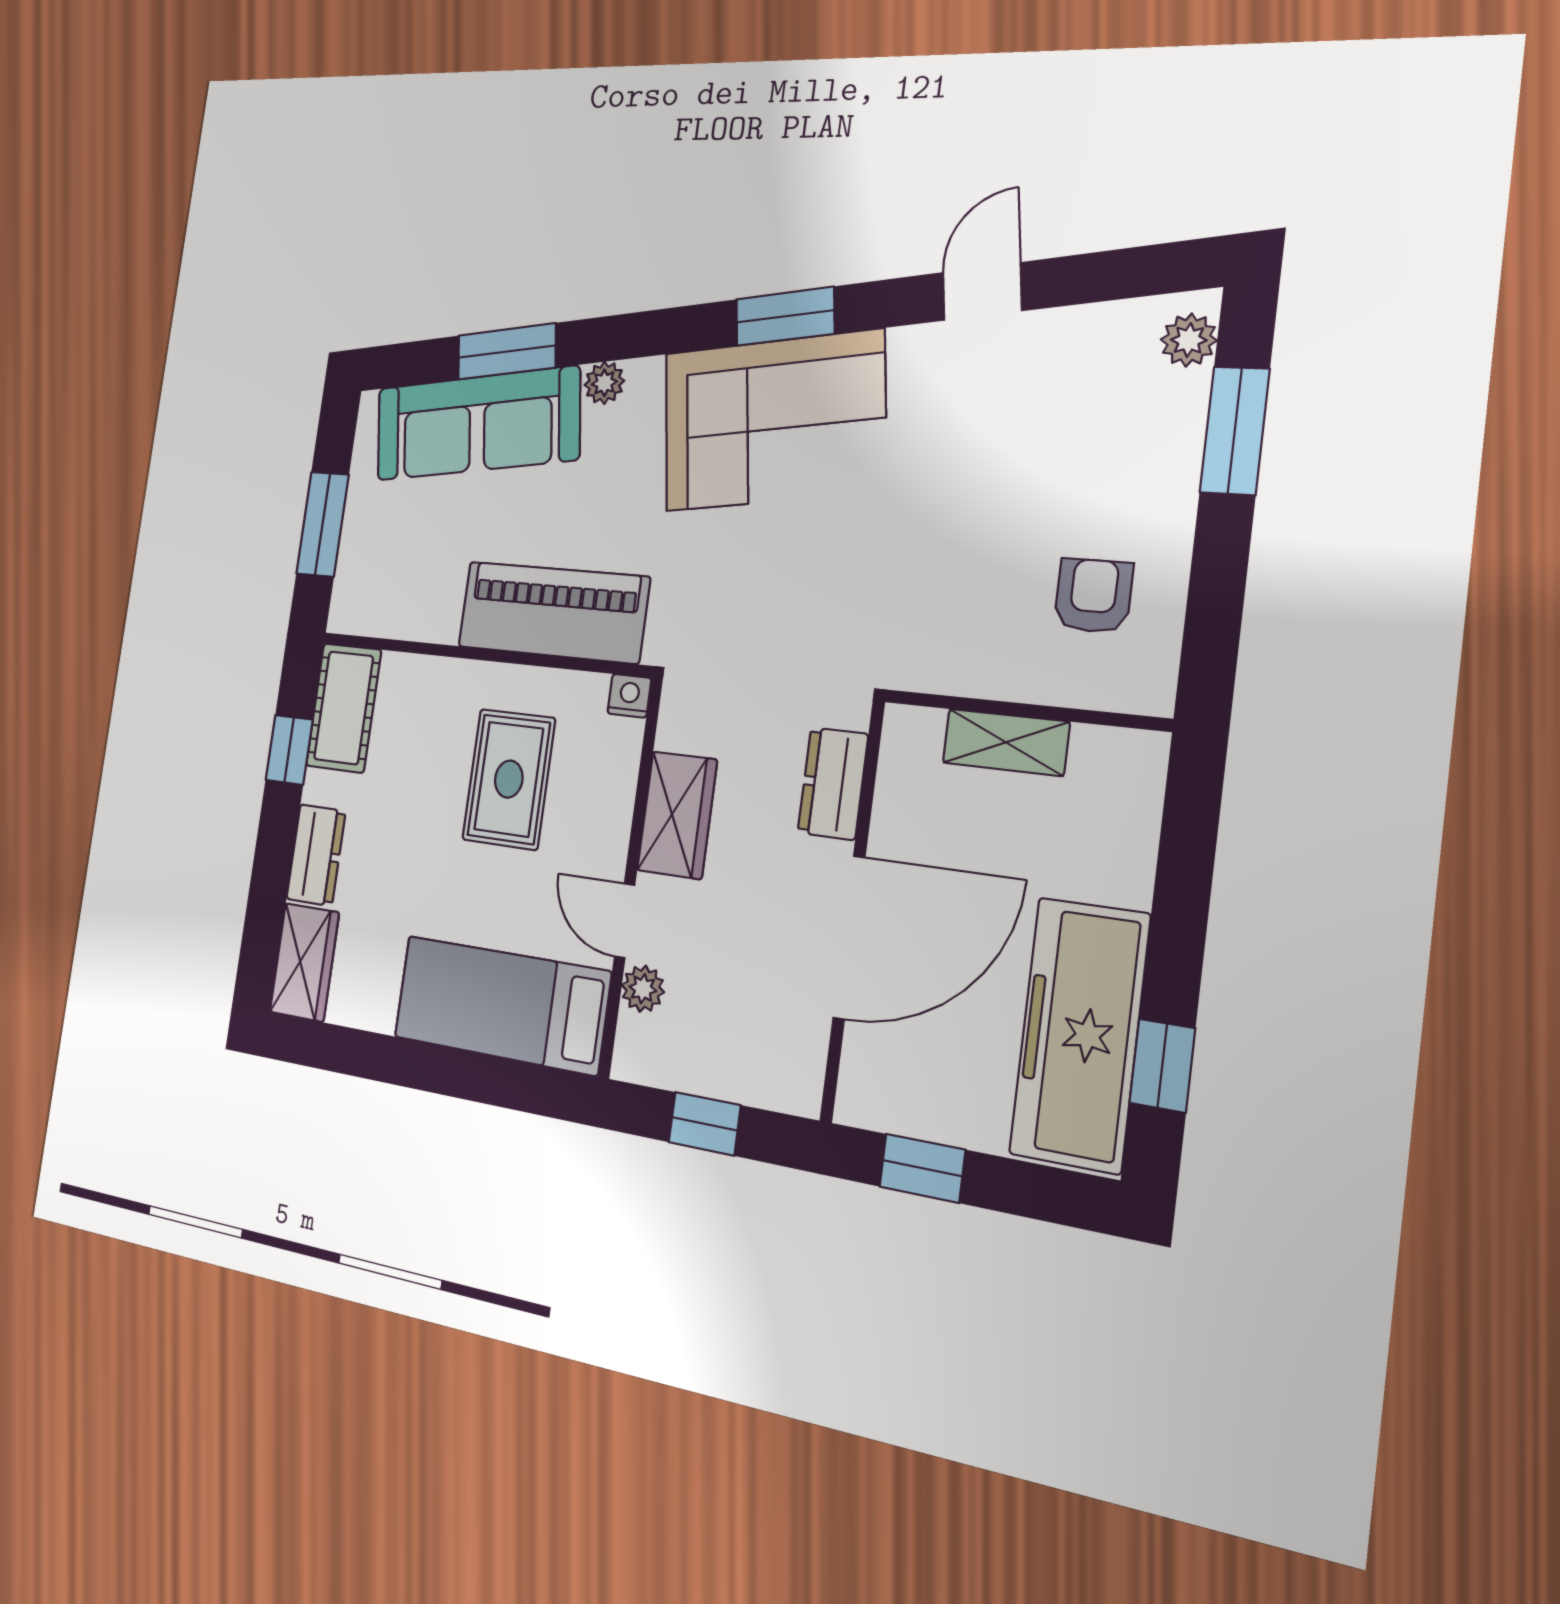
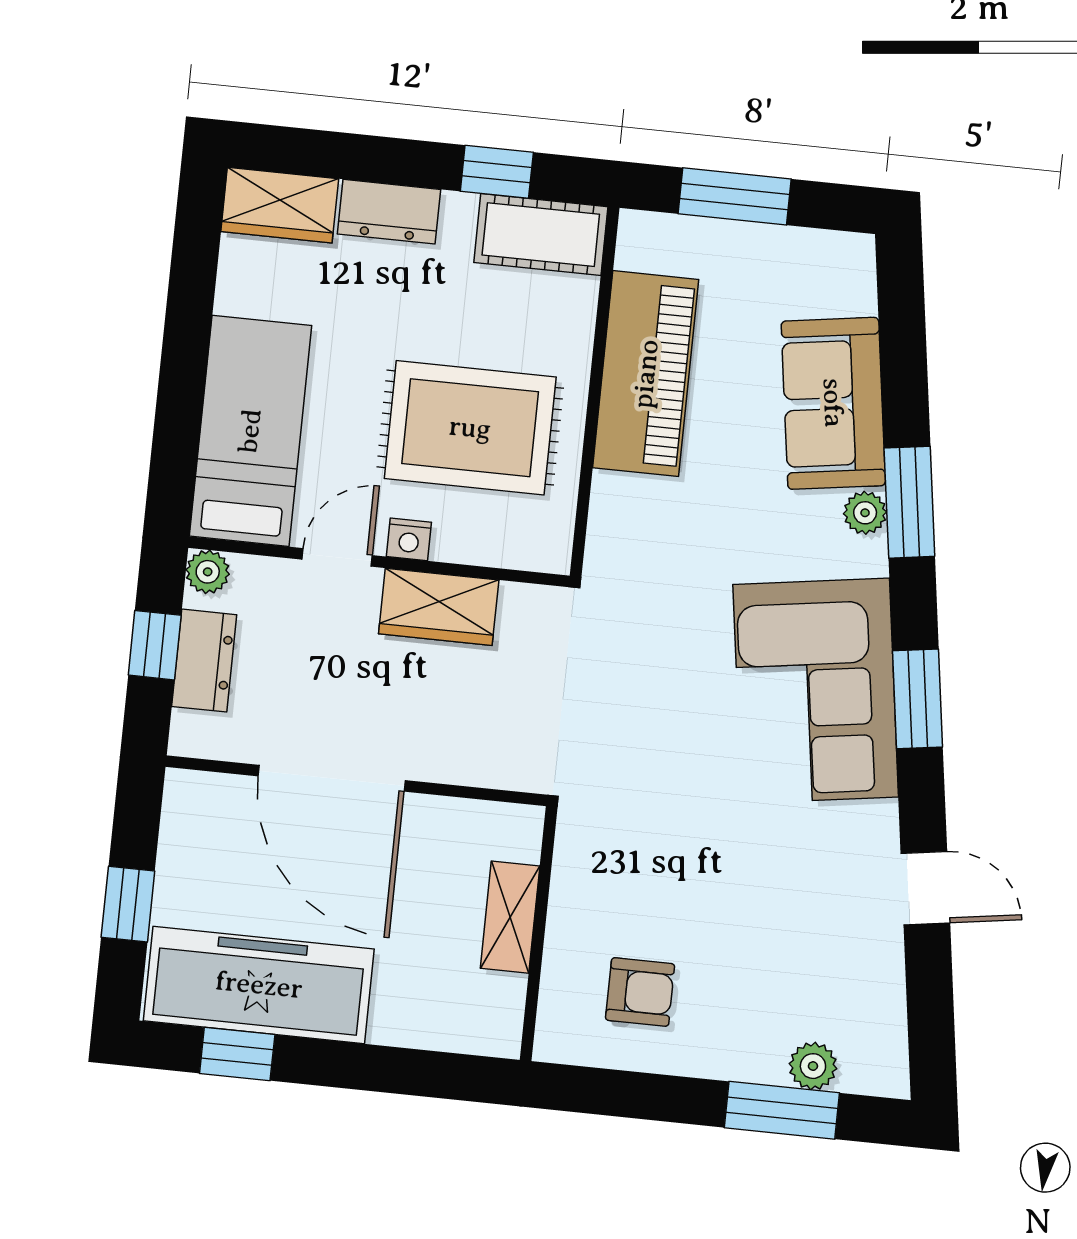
plant: (1189, 340) -> (813, 1066), moved
window: (507, 351) -> (909, 502), moved
sofa: (477, 424) -> (833, 403), width x0.73
piano: (553, 612) -> (646, 374), moved
nightstand: (629, 696) -> (409, 539), moved, turned 90
rug: (509, 779) -> (470, 428), width x1.36, depth x1.43
dresser: (833, 784) -> (204, 661), moved, turned 90
plant: (643, 989) -> (208, 572), moved
window: (922, 1168) -> (128, 904), moved

